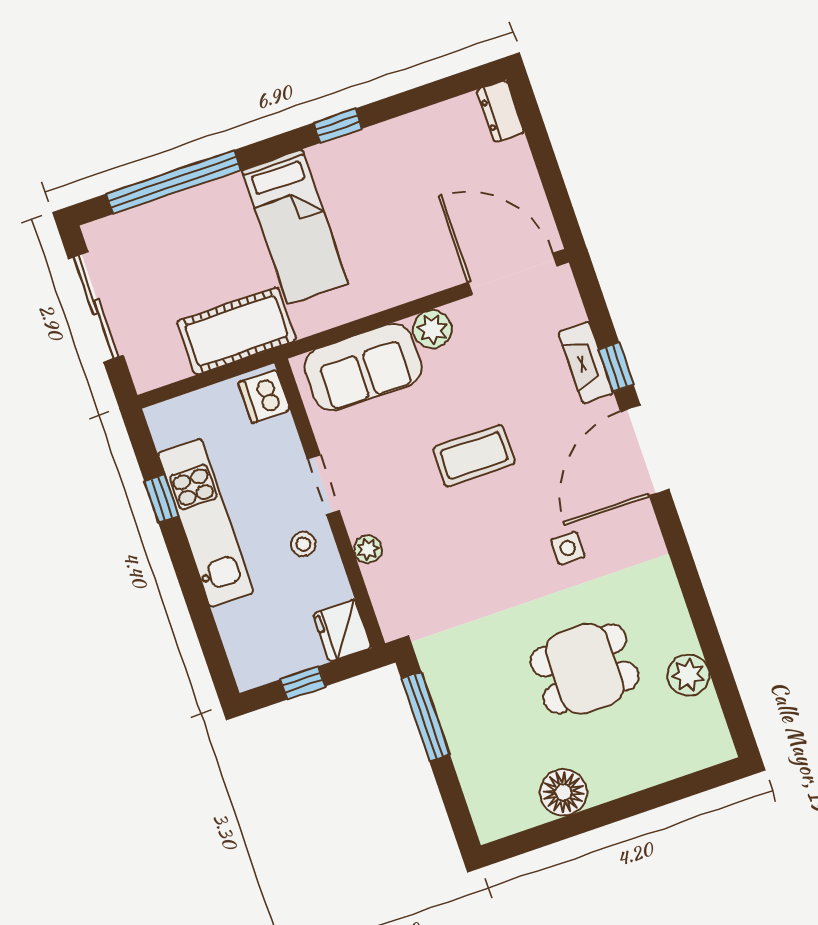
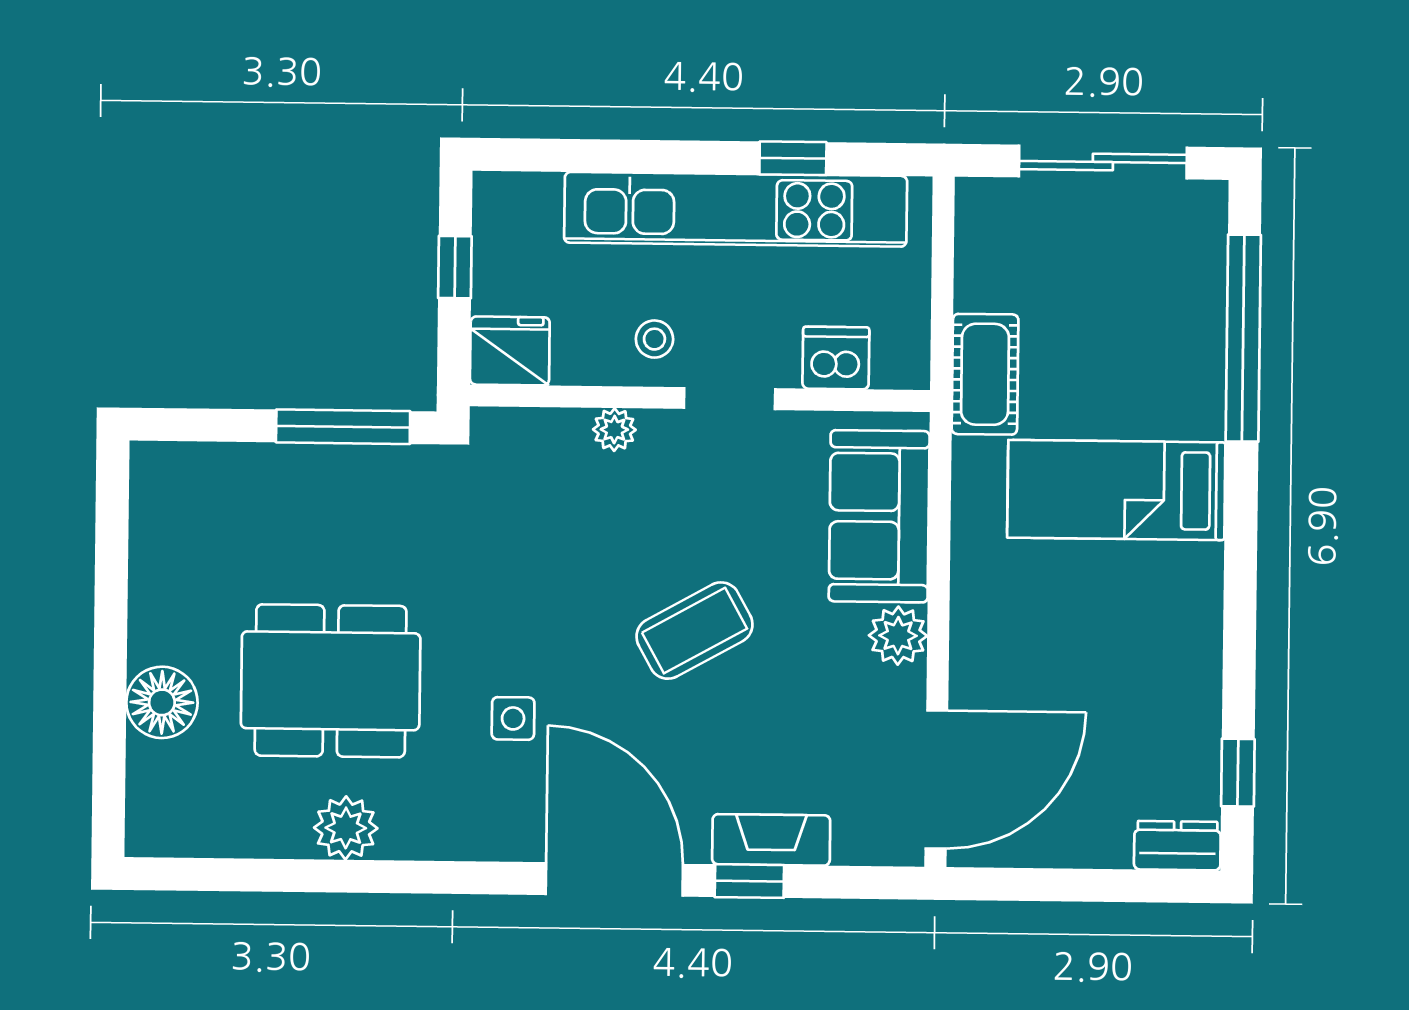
window: (338, 126) -> (1238, 773), moved
cot: (236, 331) -> (985, 374), width x0.73, depth x0.75
dishwasher: (264, 396) -> (836, 358), moved
coffee table: (474, 456) -> (695, 631), turned 61
kitchen unit: (206, 523) -> (736, 209), width x1.36
dining table: (585, 669) -> (331, 681), width x1.38
plant: (688, 675) -> (346, 828), moved
floor lamp: (563, 792) -> (162, 702), moved

